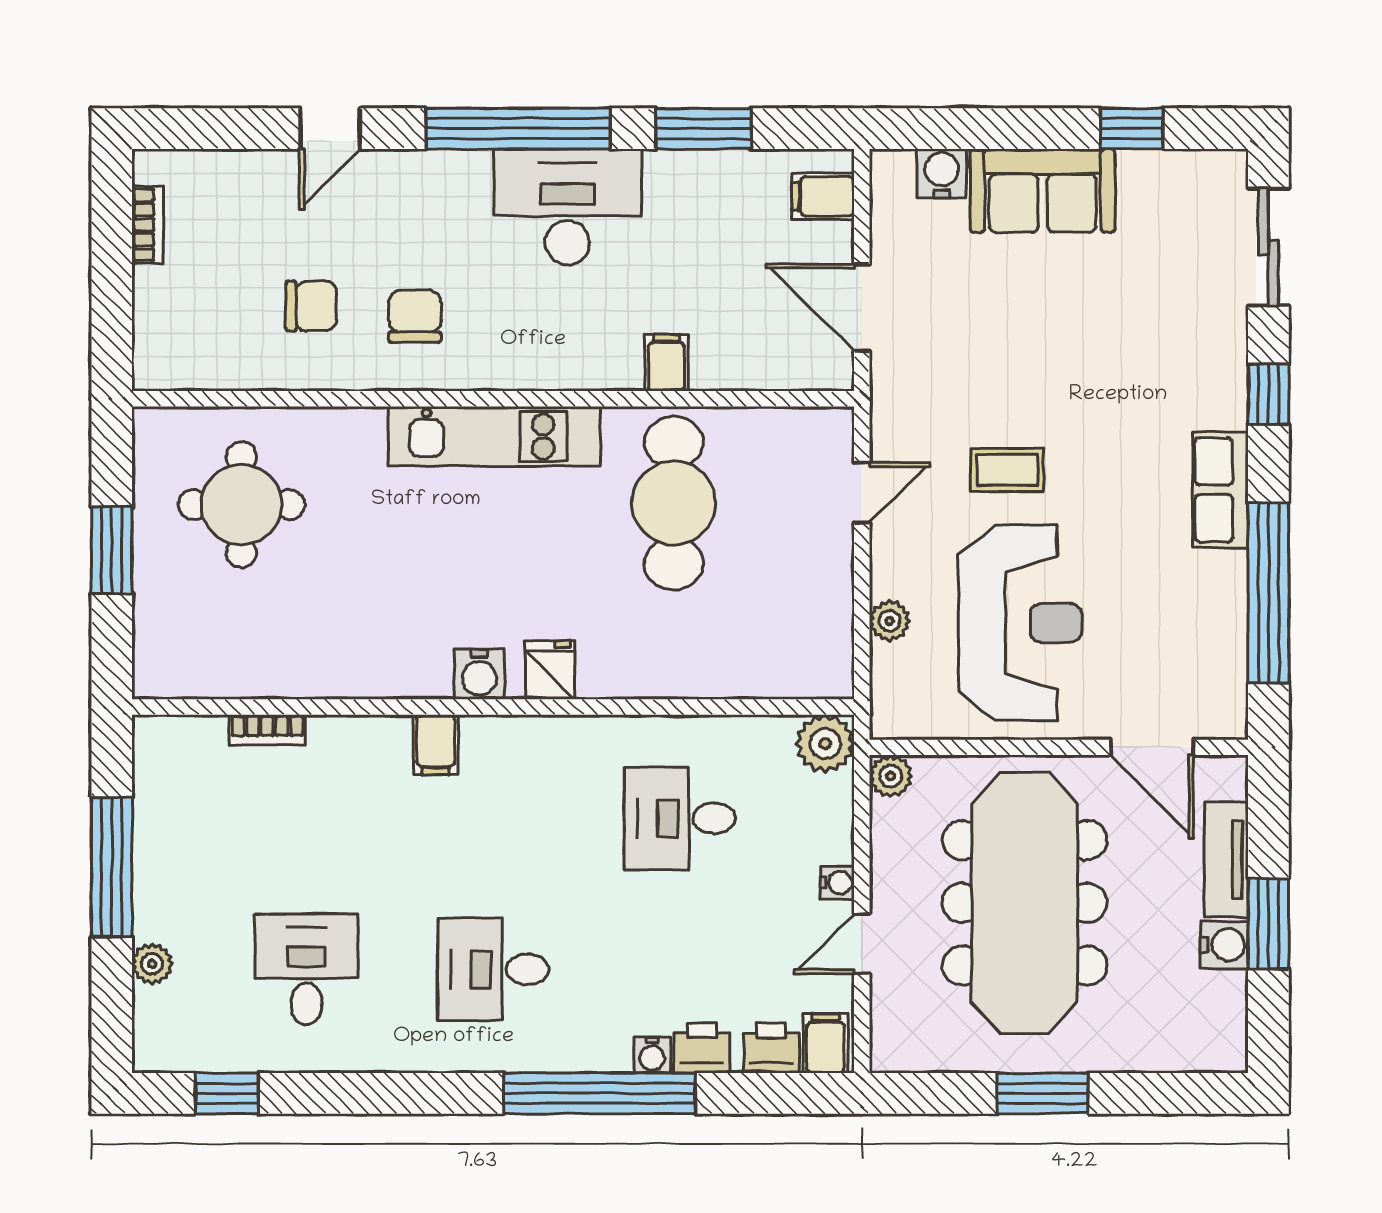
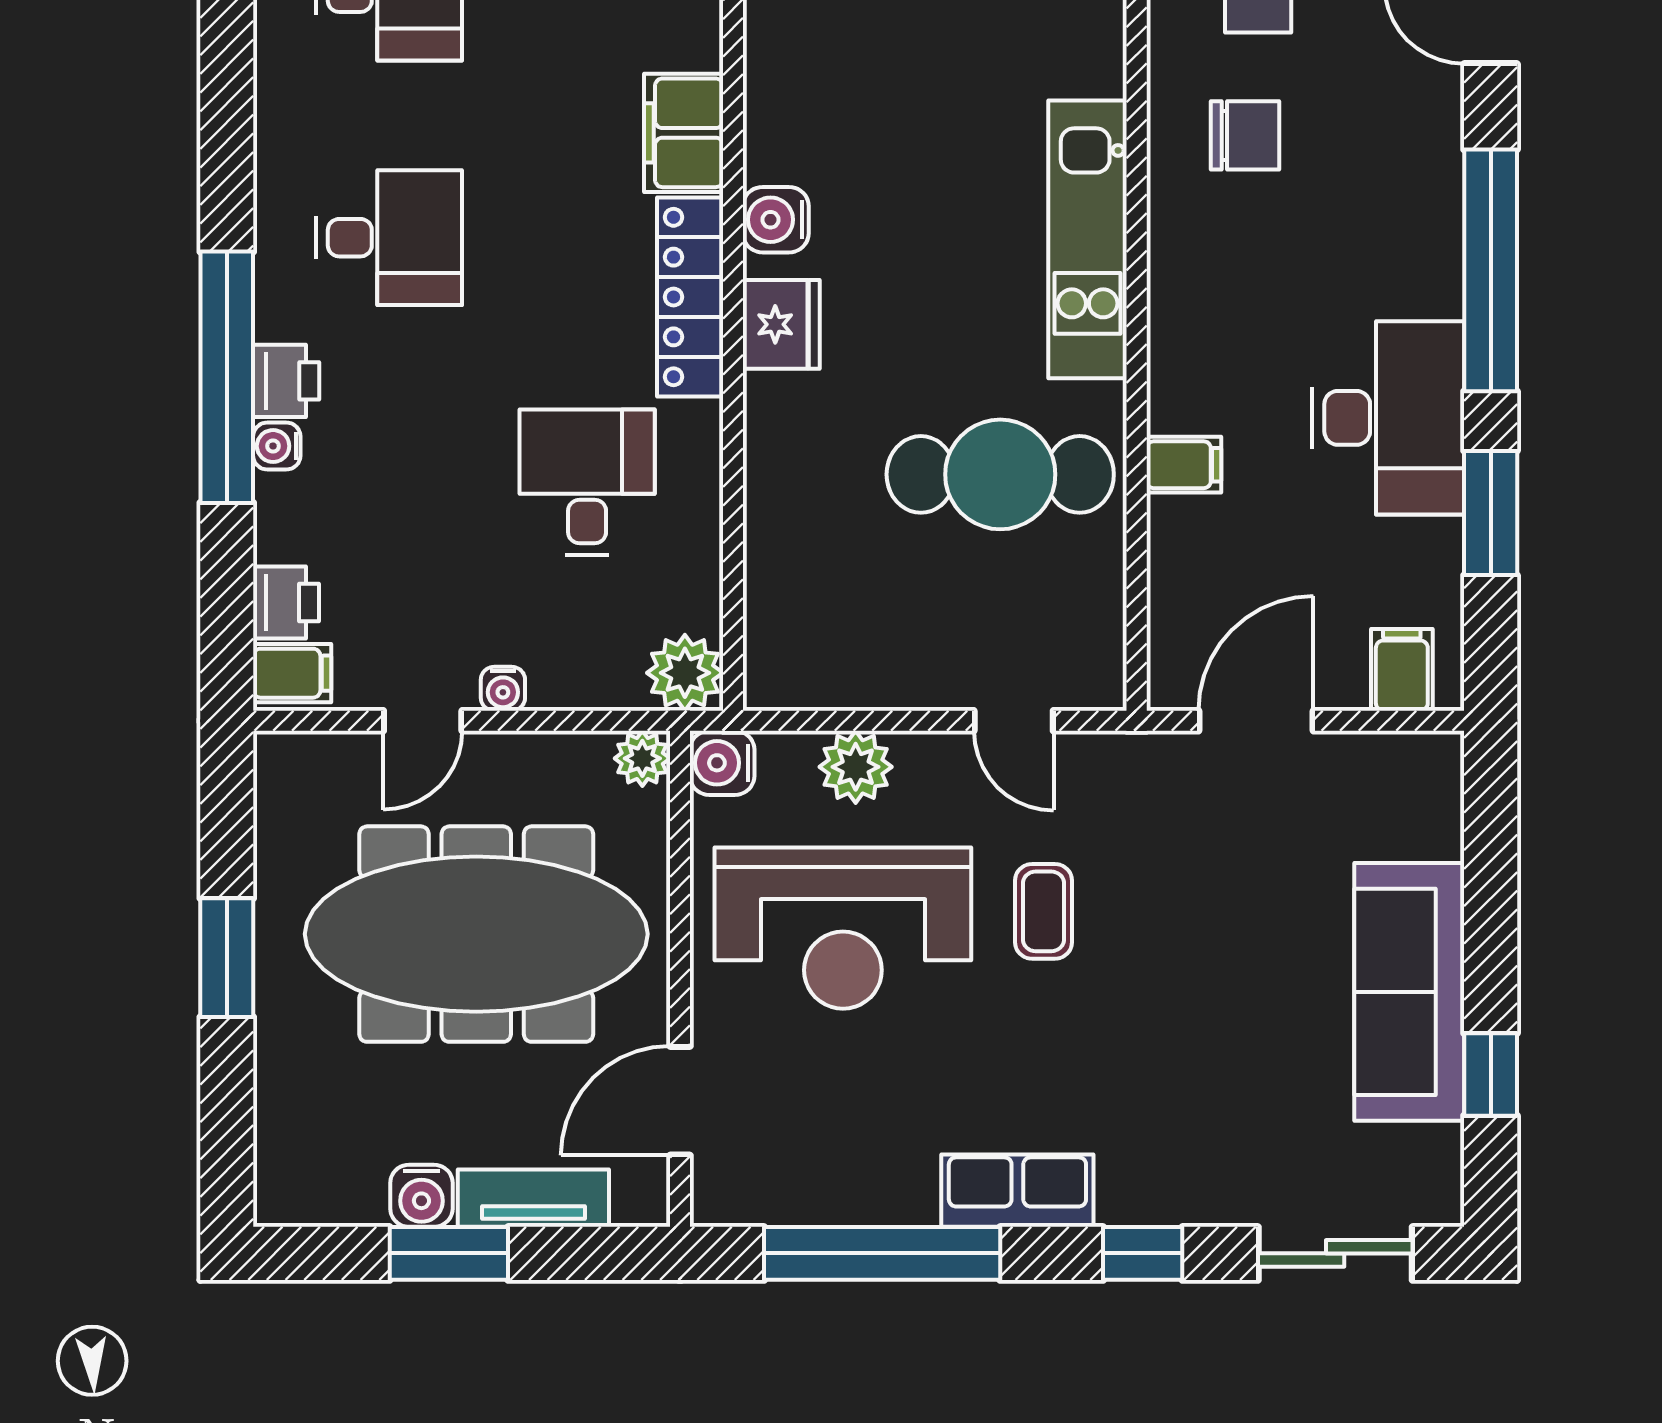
water cooler: (942, 173) -> (722, 763), moved, turned 180
sofa: (1043, 191) -> (1409, 992), width x1.36
desk: (567, 207) -> (1388, 418), moved
plant: (889, 621) -> (856, 767), width x1.38, depth x1.38
fridge: (550, 670) -> (781, 324), width x1.38
locker: (538, 740) -> (690, 297), added
filing cabinet: (436, 745) -> (684, 133), width x2.00
door: (862, 944) -> (423, 721), swing flipped
desk: (493, 969) -> (389, 238), turned 90
printer: (702, 1048) -> (286, 381), moved

